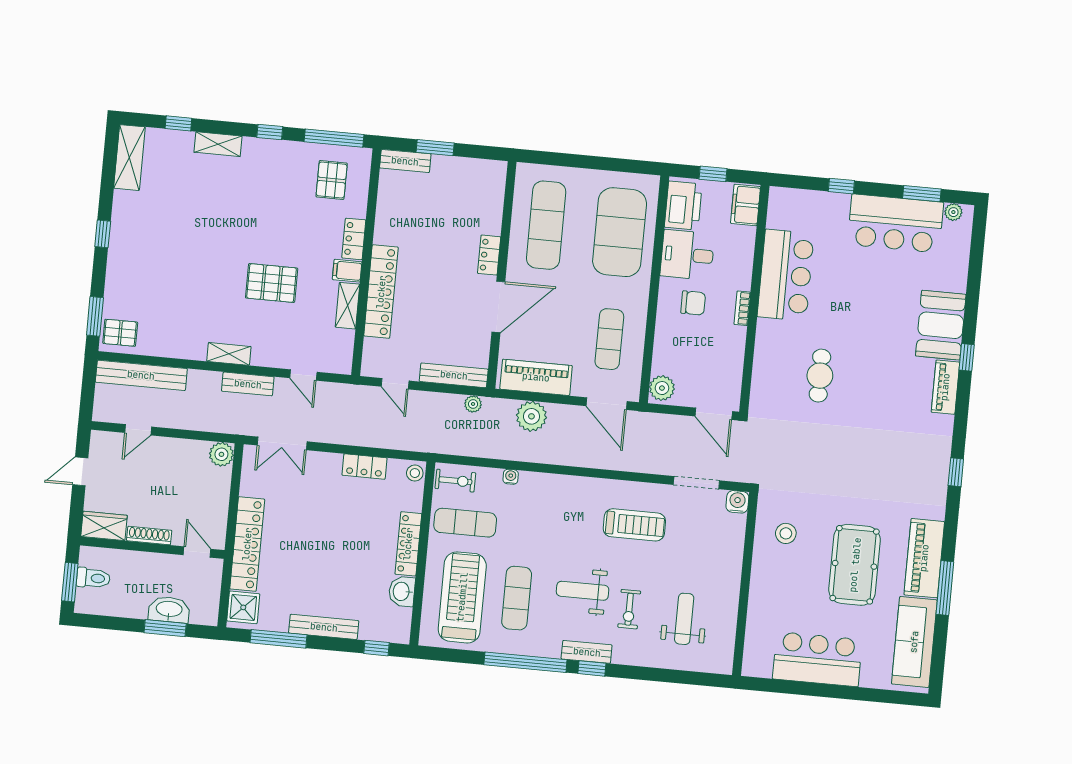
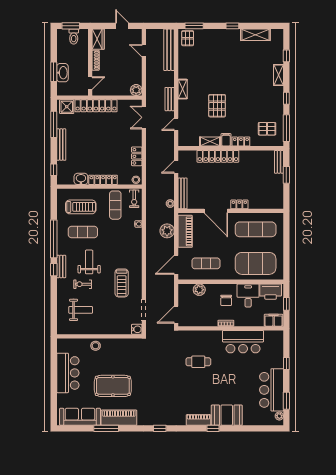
shelving: (129, 158) -> (255, 35), moved
plant: (662, 388) -> (199, 290), moved
stool: (786, 533) -> (96, 346), moved
treadmill: (462, 597) -> (81, 207), width x0.73, depth x0.73

